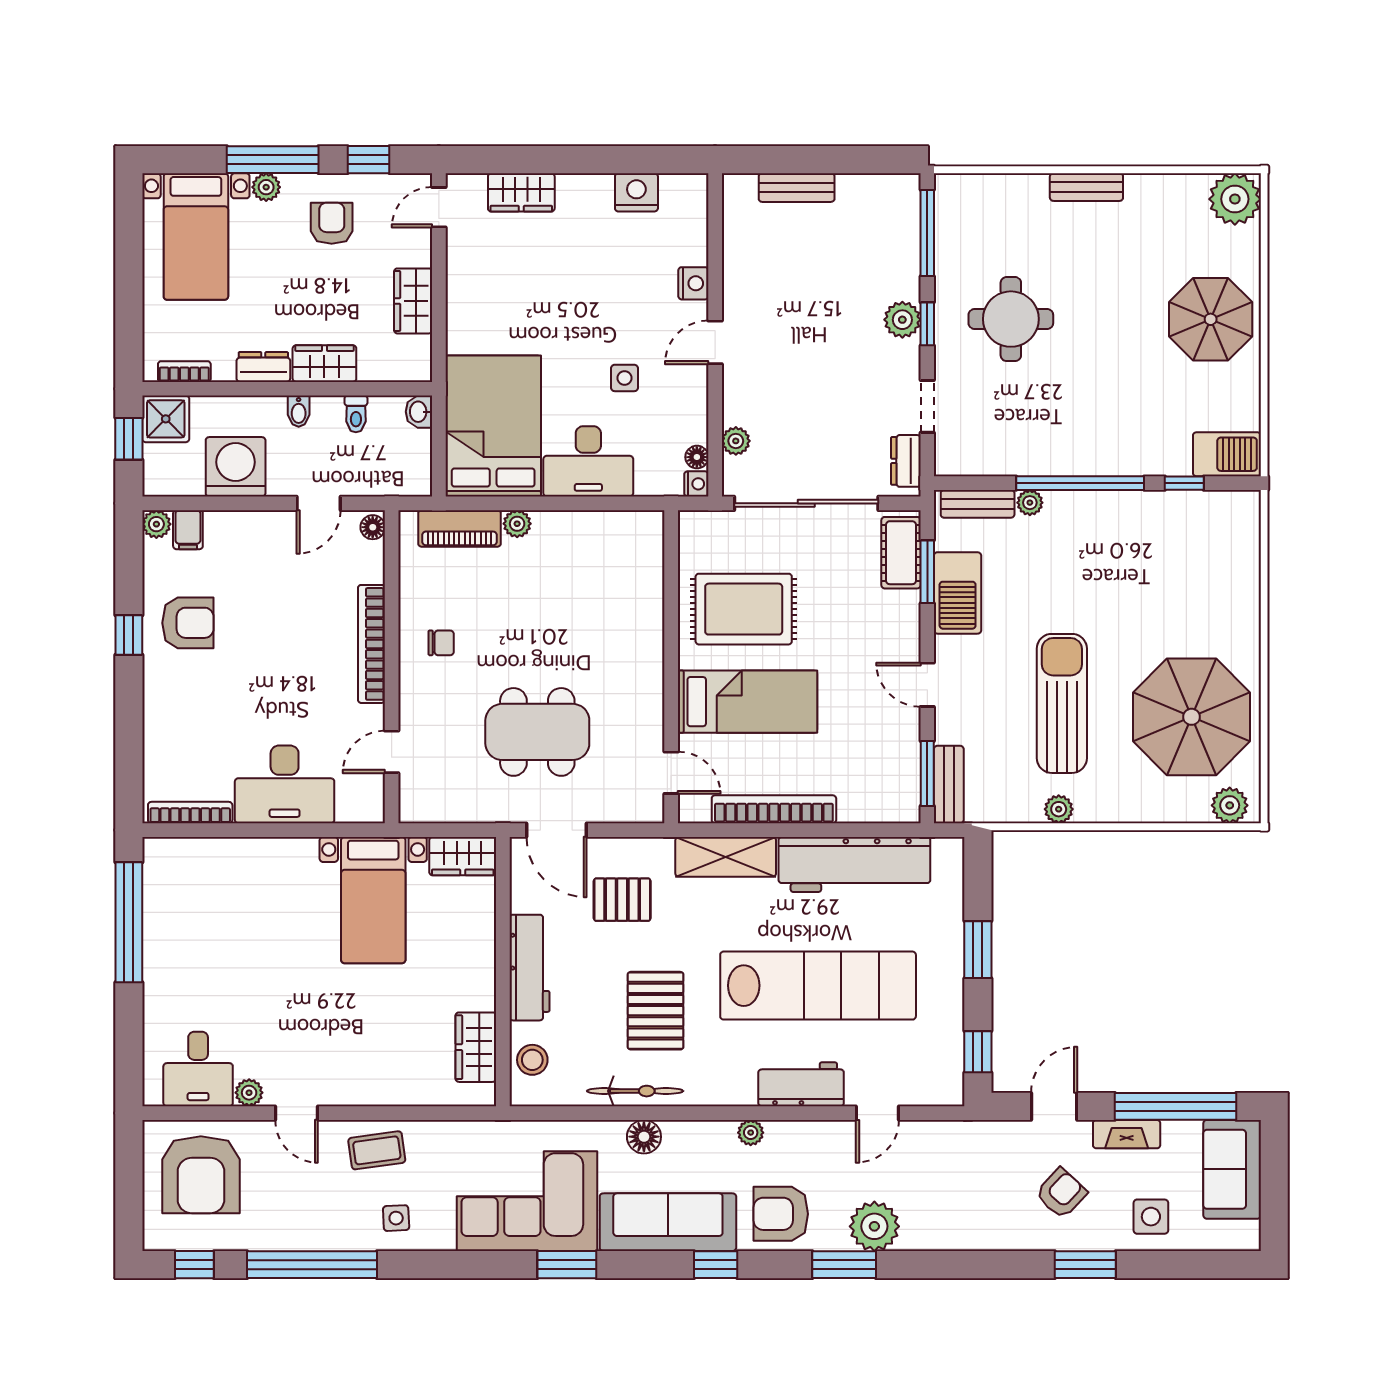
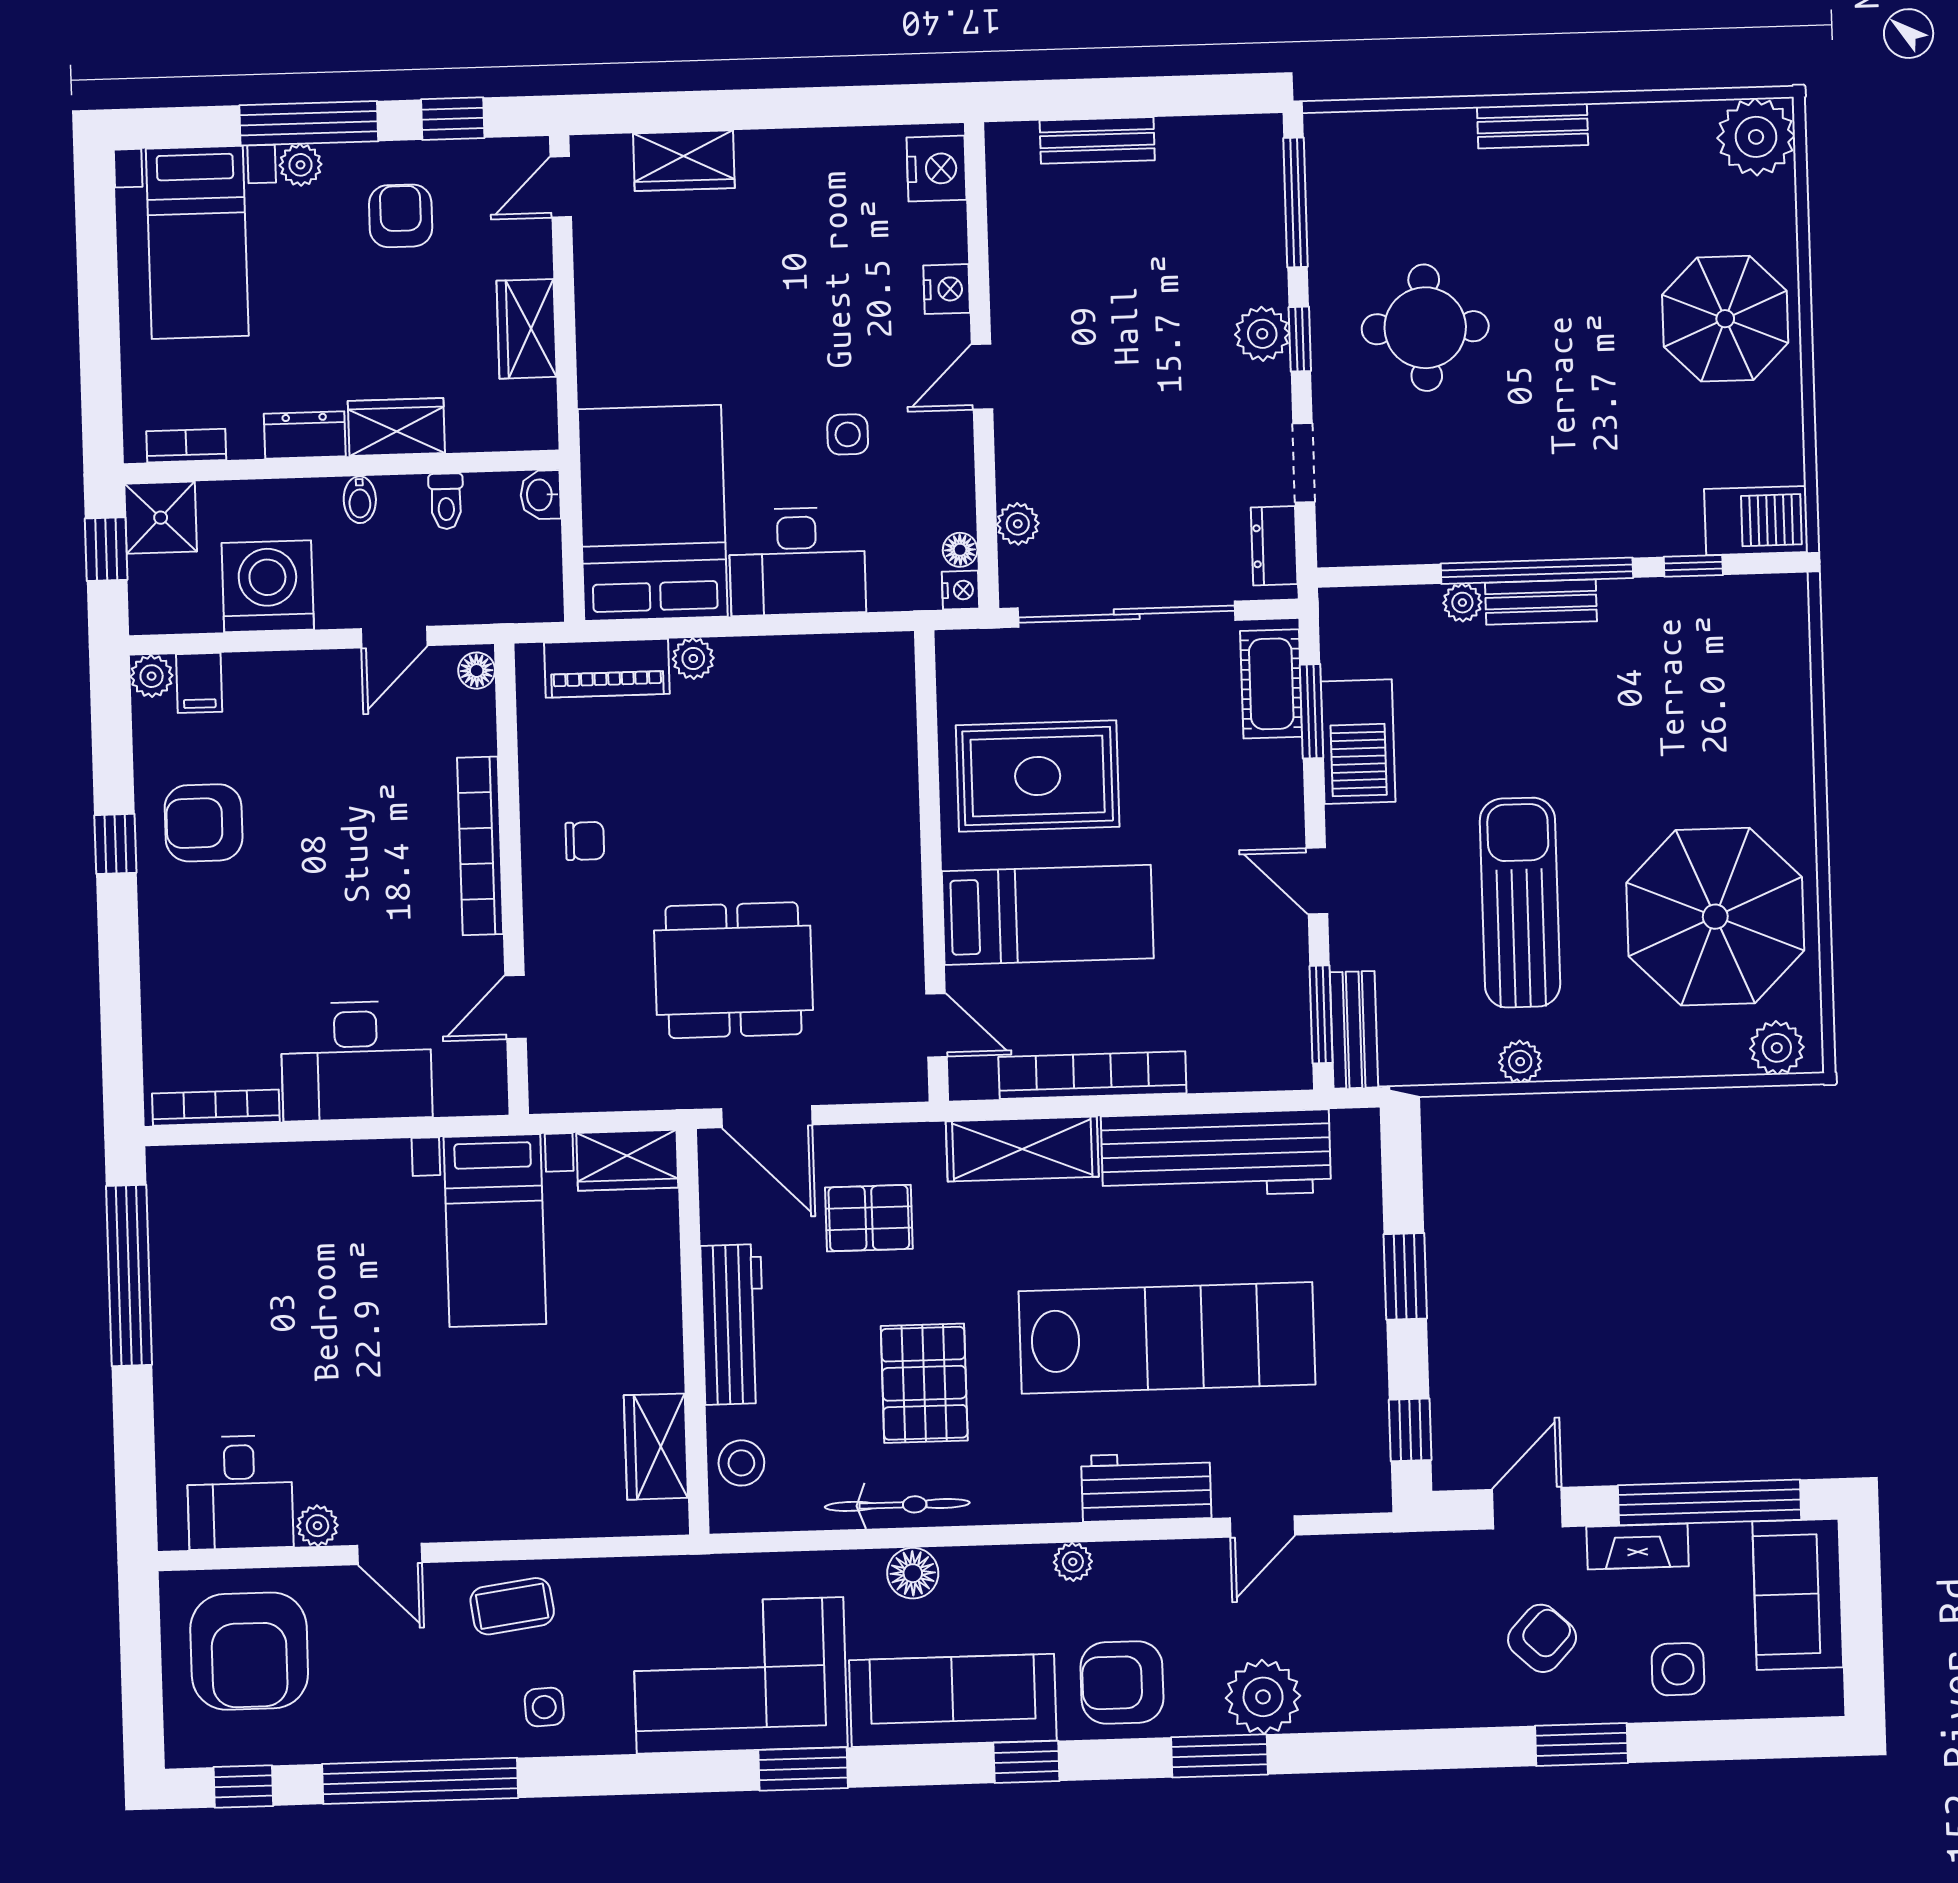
nightstand: (636, 192) -> (936, 169), moved, turned 90
bench: (978, 504) -> (1541, 602), moved
armchair: (188, 623) -> (204, 823), turned 180

